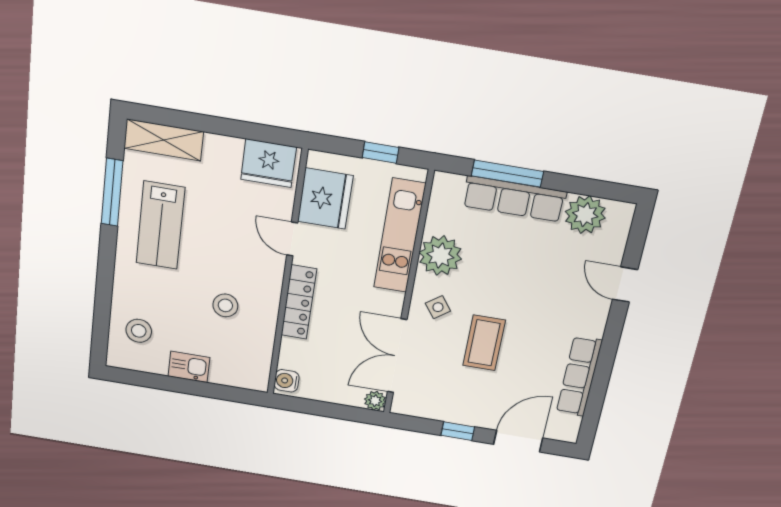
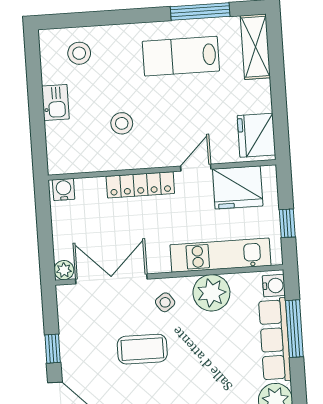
water cooler: (450, 185) -> (274, 286), added

